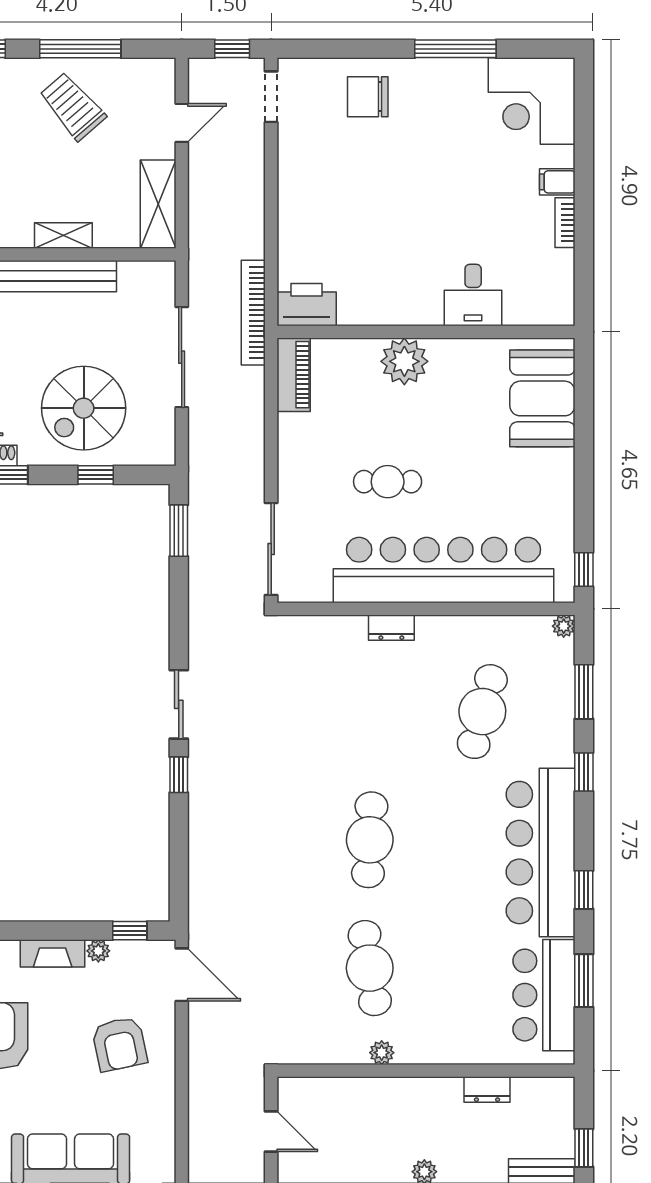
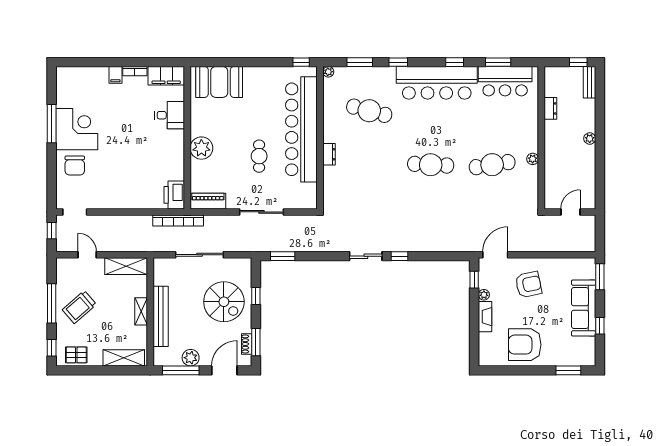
corner desk: (532, 101) -> (77, 129), moved, turned -90
filing cabinet: (555, 288) -> (166, 76), added
sliding door: (271, 549) -> (262, 212), moved

